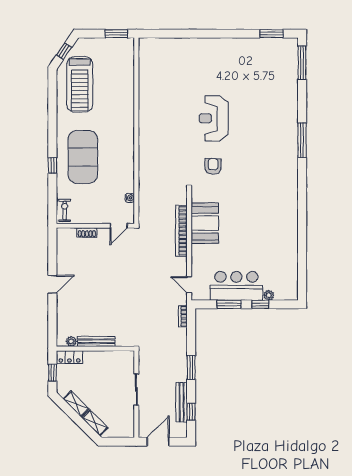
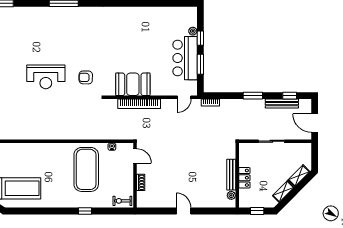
exercise mat: (83, 157) -> (86, 169), moved, turned 90
locker: (70, 357) -> (244, 178), moved

